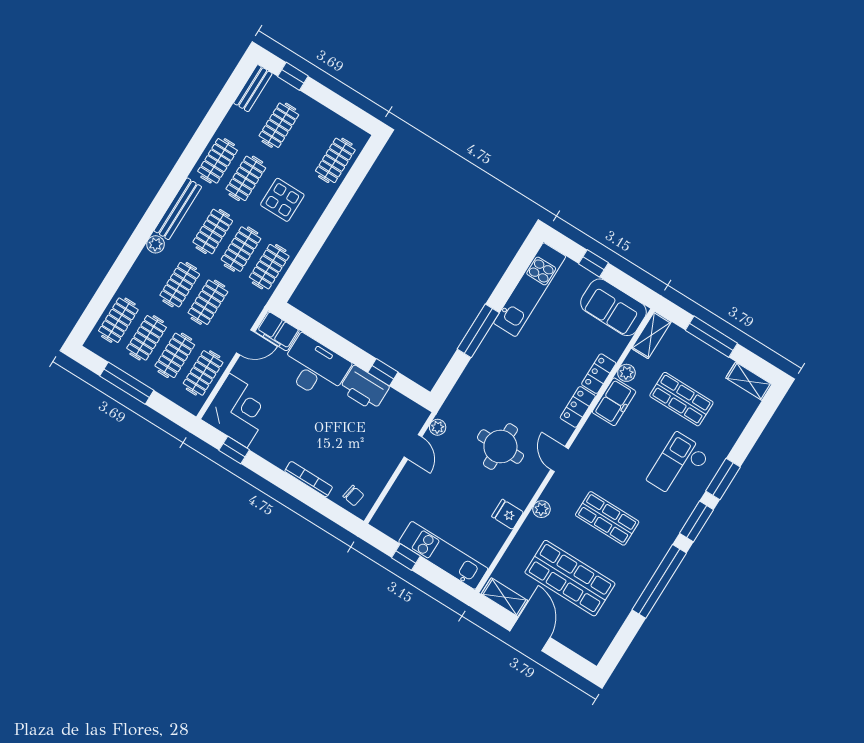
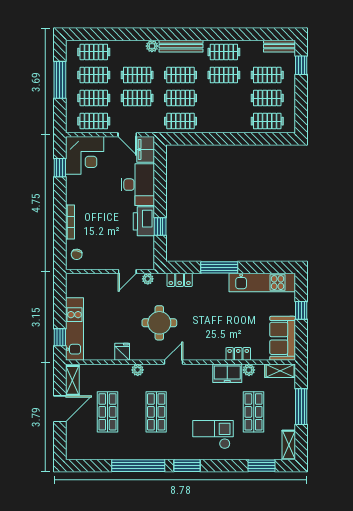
clothes rail: (307, 143) -> (267, 98), added
display table: (282, 200) -> (225, 104), removed
locker: (578, 407) -> (180, 280), moved, turned 180
window: (723, 479) -> (261, 466), moved
window: (406, 557) -> (60, 337), moved
shop shelf: (570, 578) -> (107, 412), width x0.70, depth x0.74

